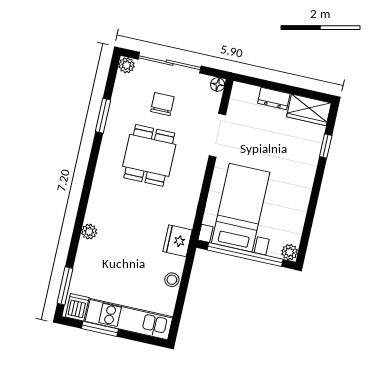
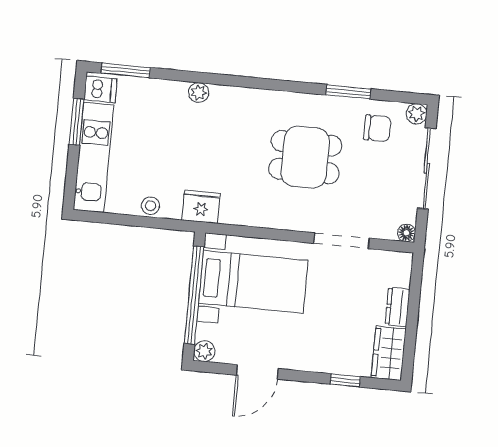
chair: (162, 104) -> (377, 128), moved
door: (311, 213) -> (257, 372), added

